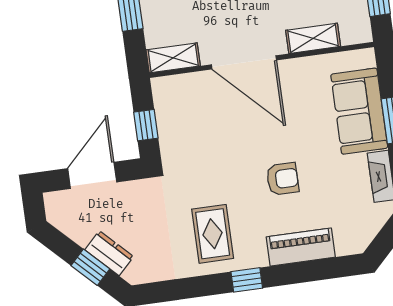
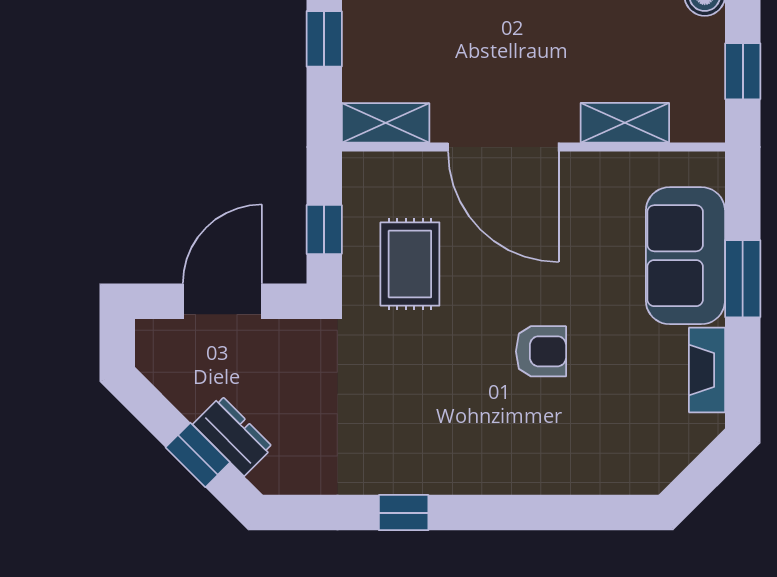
rug: (213, 234) -> (410, 264), moved
piano: (301, 247) -> (556, 470), removed
window: (247, 280) -> (404, 513), moved

